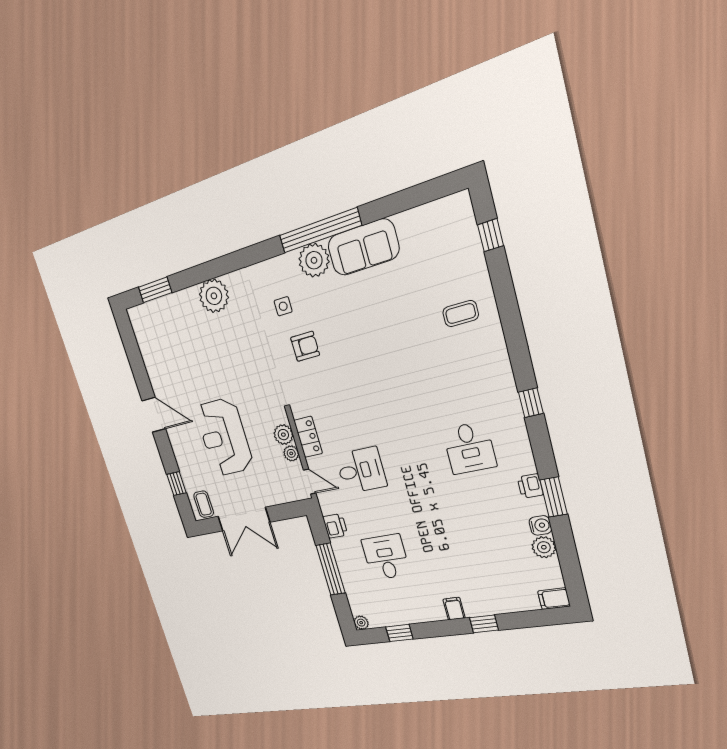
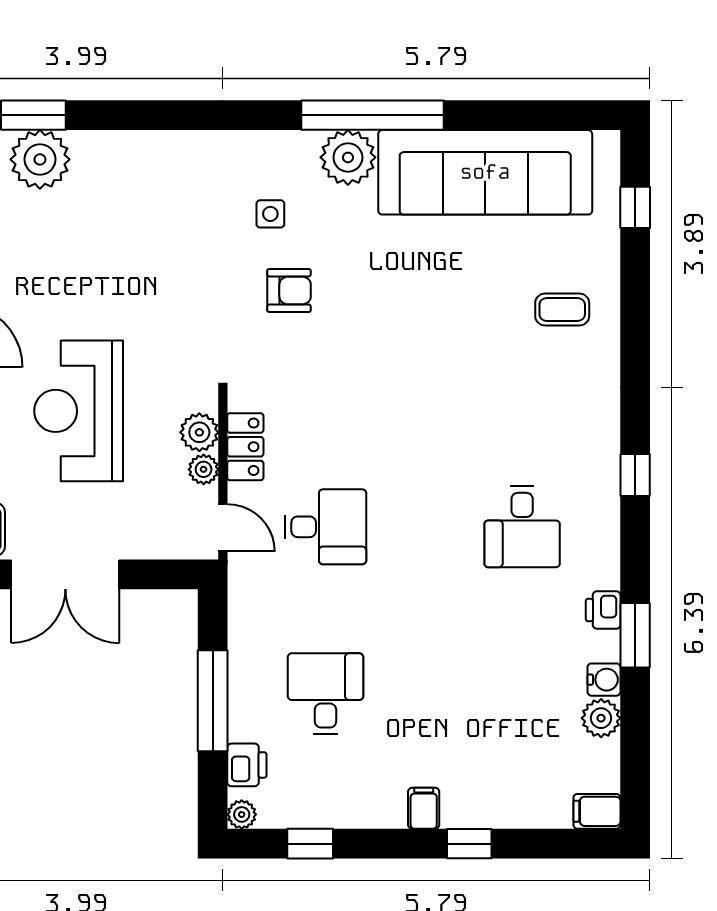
sofa: (363, 247) -> (485, 172), width x1.85, depth x1.27
plant: (214, 296) -> (40, 159), moved
printer: (335, 526) -> (247, 765), moved

